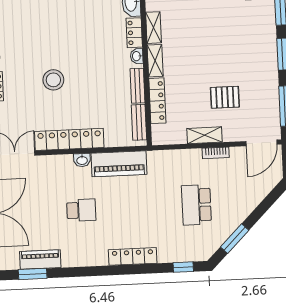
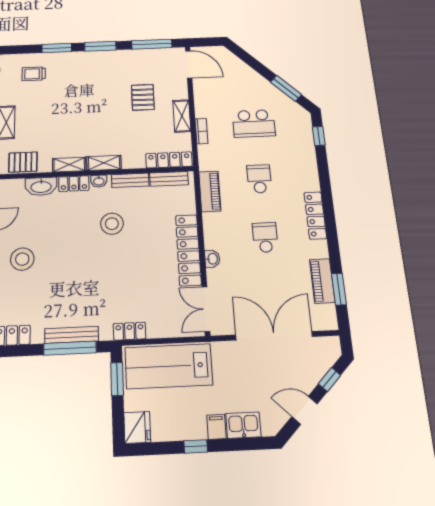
stool: (53, 80) -> (112, 224), moved
locker: (157, 101) -> (169, 160), moved
bookcase: (216, 153) -> (201, 131), moved
washbasin: (82, 160) -> (212, 259), moved
piano: (119, 164) -> (210, 191), width x0.73, depth x0.75
school desk: (139, 208) -> (259, 179), added
locker: (133, 256) -> (315, 215), moved

